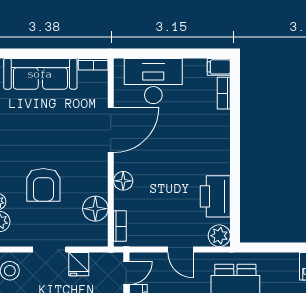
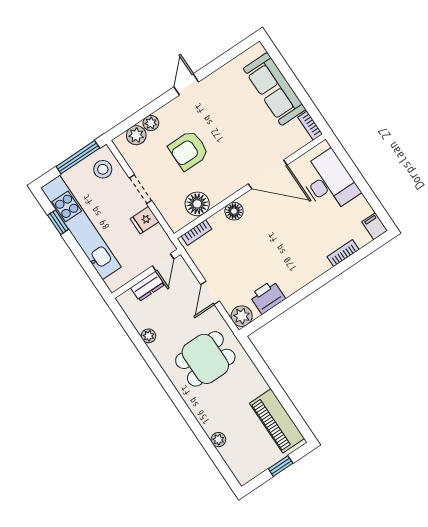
bookcase: (224, 93) -> (343, 253), moved
printer: (215, 196) -> (267, 297), width x0.73, depth x0.84
door: (126, 273) -> (163, 262), hinge flipped

